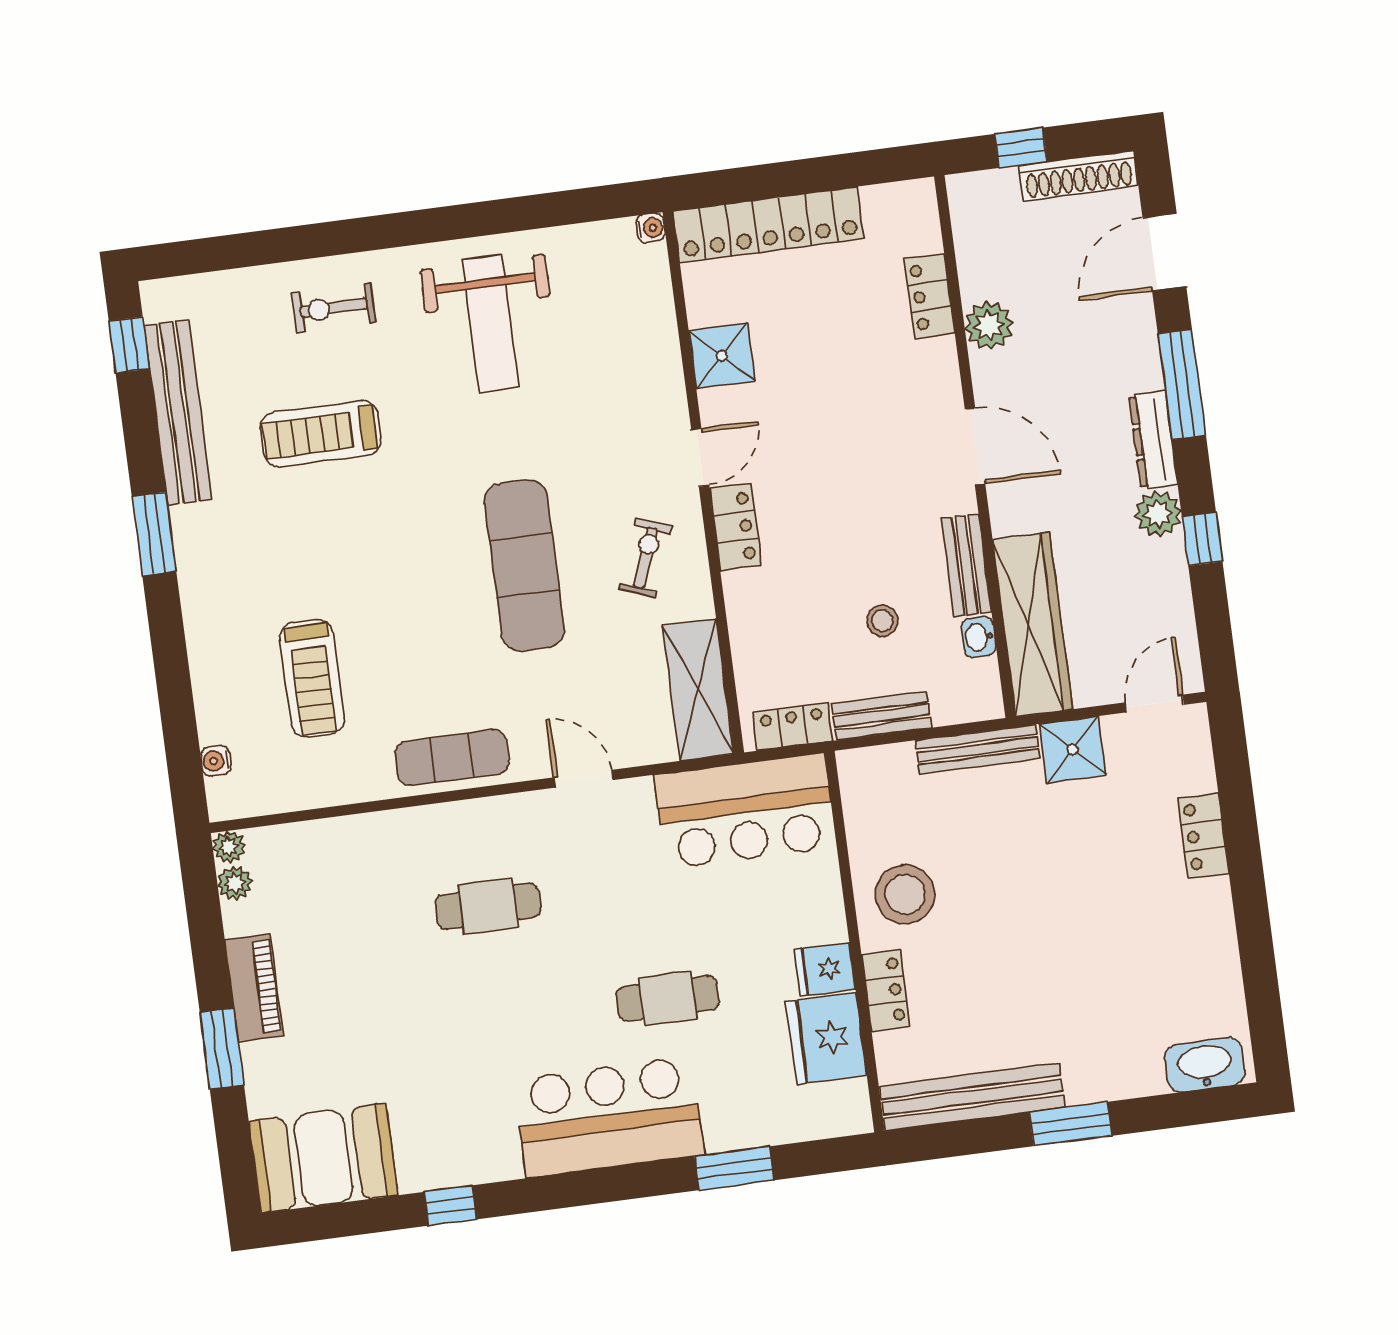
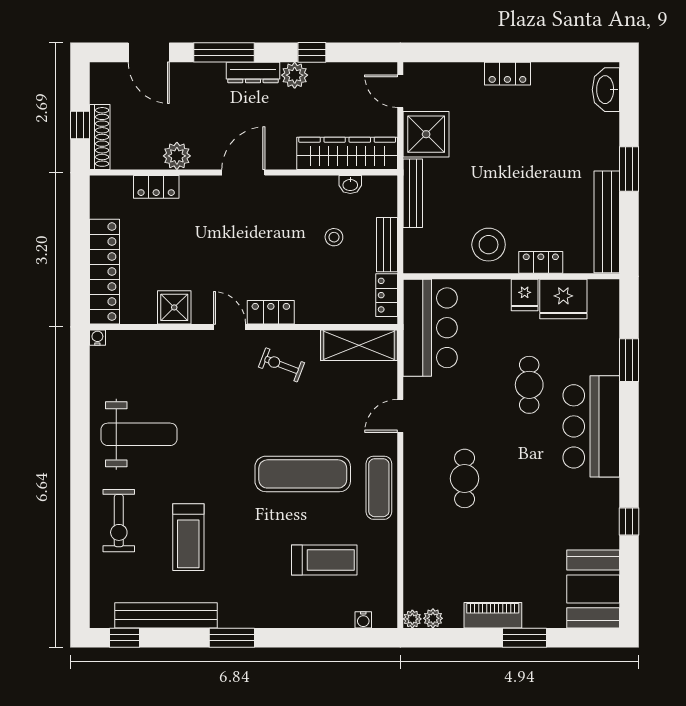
shoe rack: (1079, 176) -> (100, 137), moved
exercise bike: (334, 308) -> (119, 521), width x1.38, depth x1.39
exercise mat: (524, 565) -> (303, 474), moved
bench: (966, 565) -> (309, 186), removed
shower: (1073, 750) -> (426, 134), width x1.36, depth x1.36
locker: (1203, 836) -> (507, 74), moved

